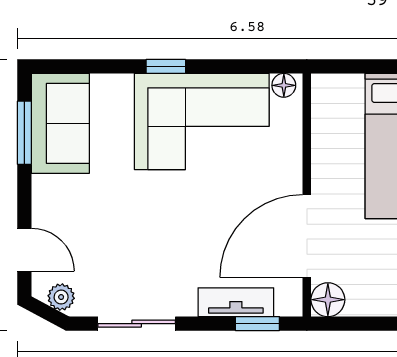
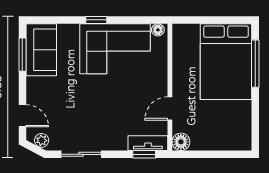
door: (307, 236) -> (170, 108), width x0.53
tv unit: (236, 302) -> (148, 143), moved

